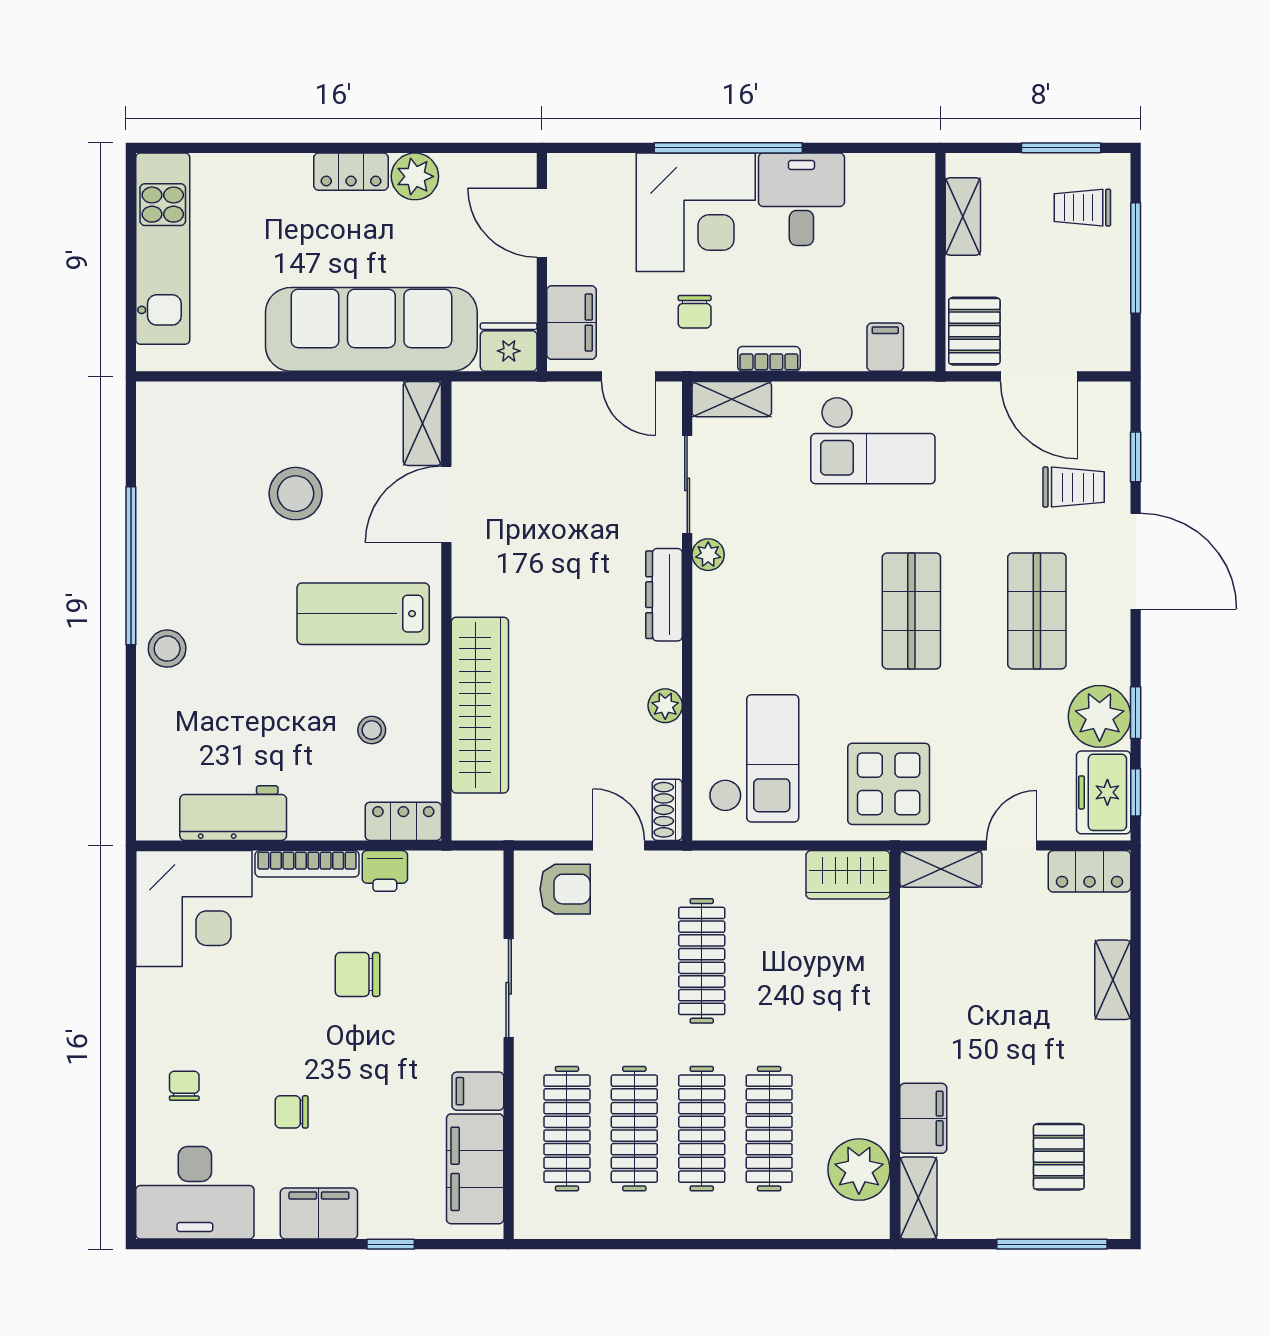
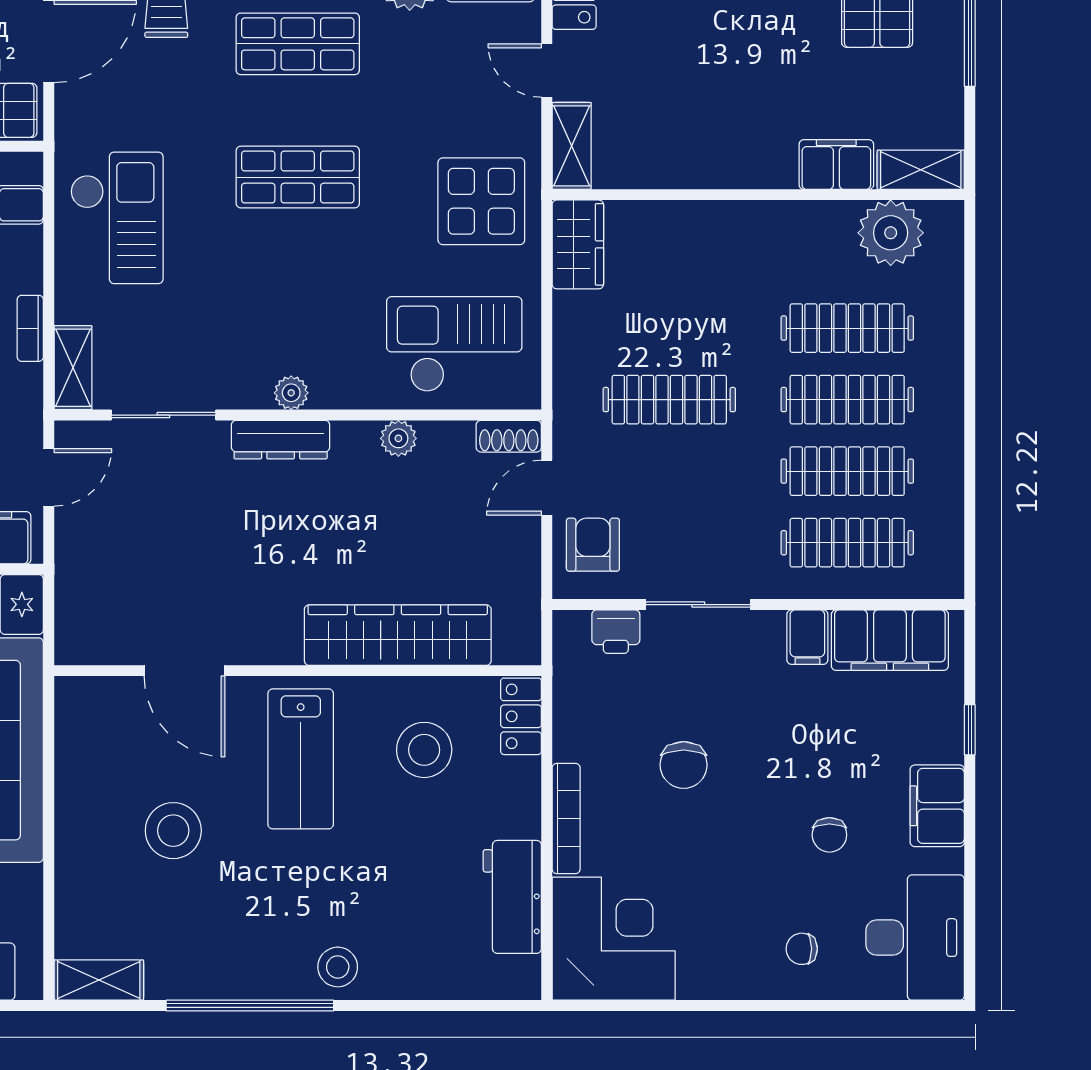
shelving: (422, 423) -> (99, 980), moved
plant: (708, 555) -> (291, 393), moved
stool: (372, 730) -> (424, 750), width x1.89, depth x1.89
printer: (385, 871) -> (616, 632), moved, turned 90

